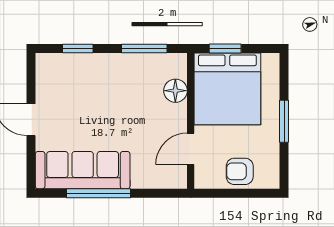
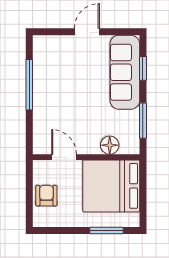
window: (225, 48) -> (143, 184), removed
window: (284, 121) -> (107, 230), moved
sofa: (83, 170) -> (125, 72), moved, turned 180

